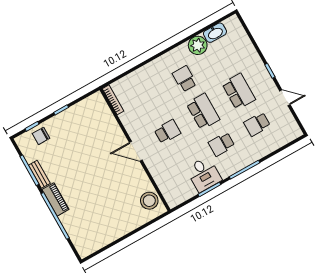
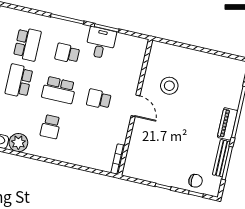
school desk: (203, 111) -> (59, 90), turned -90
school desk: (257, 124) -> (27, 44), width x1.85
school desk: (221, 144) -> (67, 53), turned 180
bench: (39, 174) -> (222, 158), width x1.36
stool: (149, 201) -> (169, 86), moved

